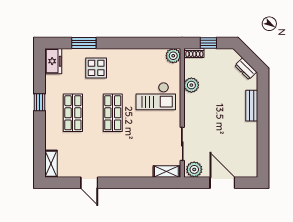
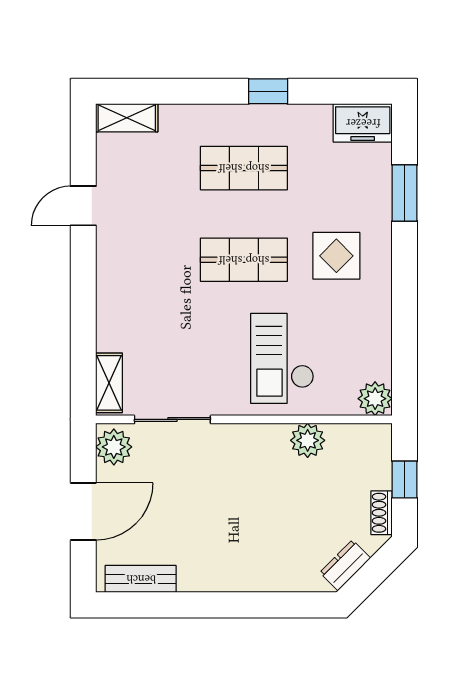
shoe rack: (194, 53) -> (382, 513), moved
display table: (96, 68) -> (336, 256), moved
bench: (252, 106) -> (141, 579), moved

